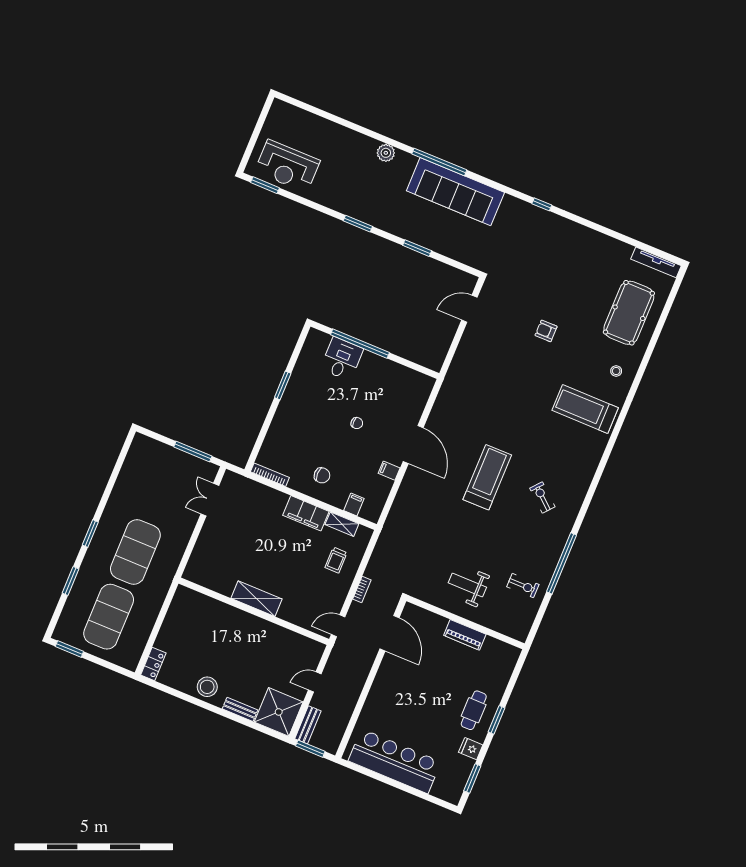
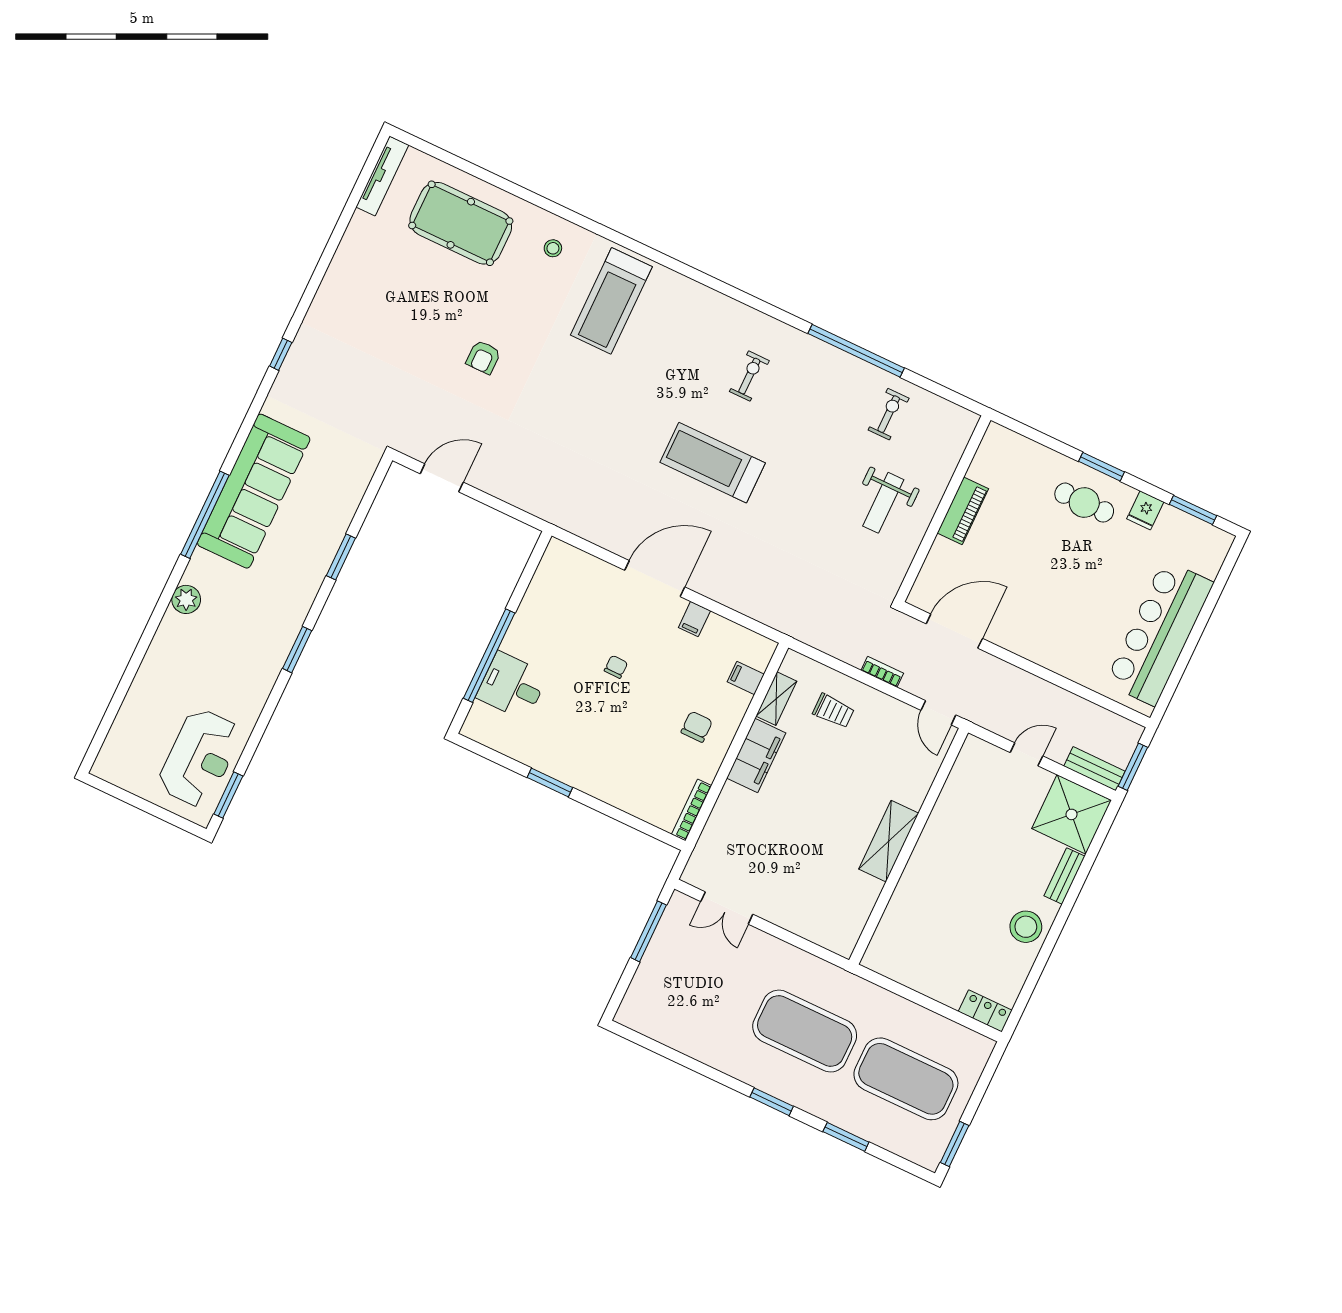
door: (469, 309) -> (442, 478), swing flipped
exercise bike: (542, 497) -> (749, 376), turned 139
door: (315, 682) -> (1026, 754), swing flipped

